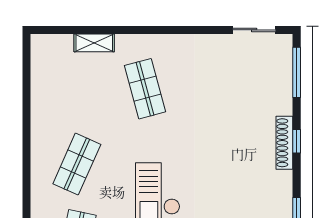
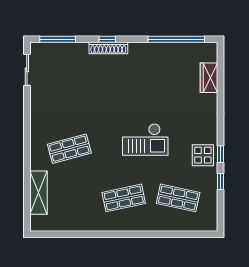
shelving: (94, 43) -> (38, 193), width x1.50, depth x1.33
shop shelf: (77, 164) -> (124, 198), turned -36

